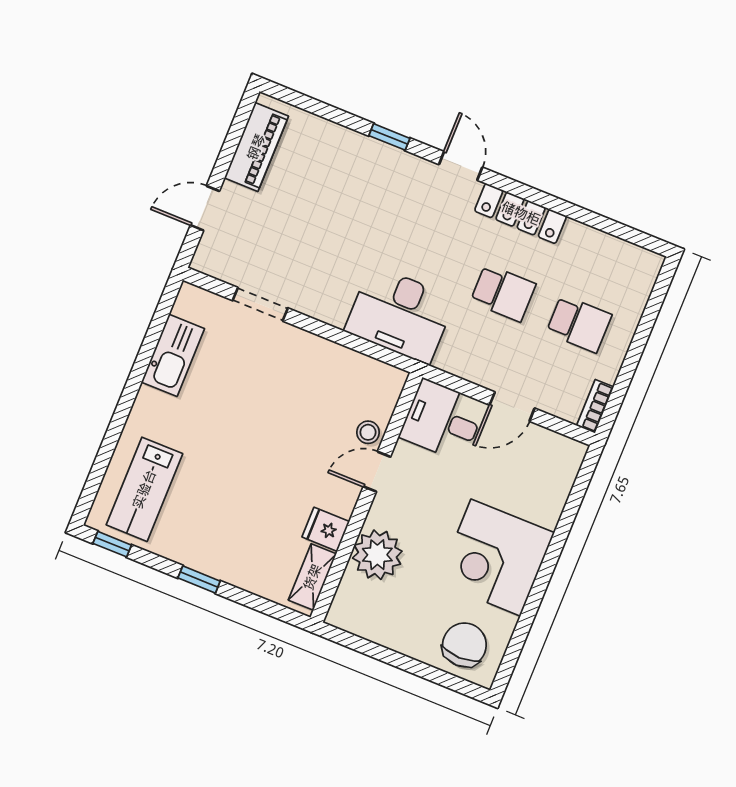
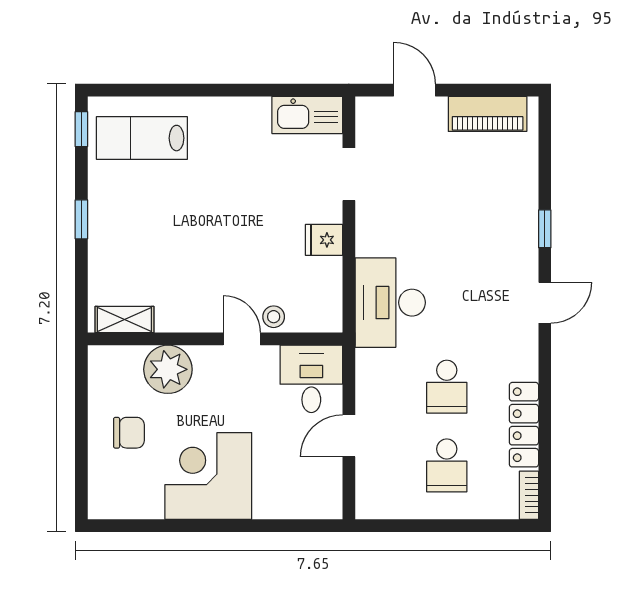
locker: (521, 213) -> (524, 425), moved
kitchen sink: (173, 355) -> (307, 115), moved
bookcase: (595, 406) -> (529, 495), moved, turned -90
door: (512, 407) -> (349, 436), hinge flipped
fridge: (326, 529) -> (324, 240), moved, turned -90
chair: (464, 645) -> (129, 433), moved, width x0.73, depth x0.73

